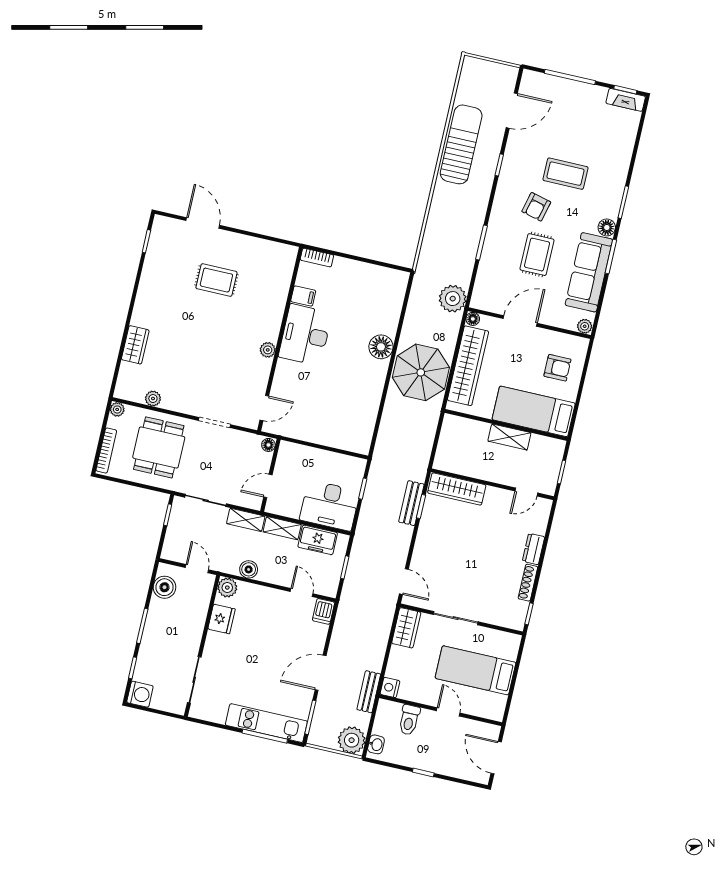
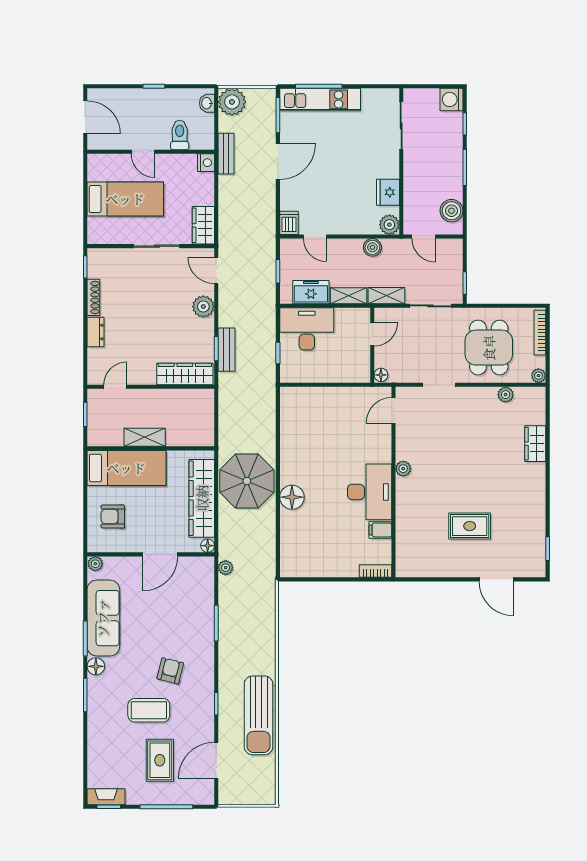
rug: (537, 255) -> (160, 760), moved
plant: (453, 299) -> (226, 568), width x0.53, depth x0.53
plant: (424, 550) -> (203, 307), added

